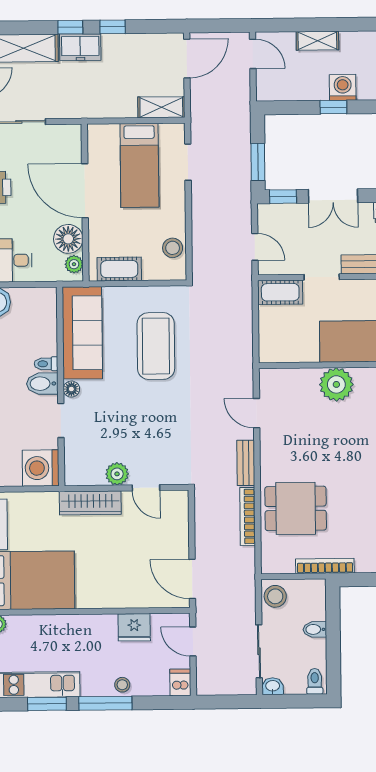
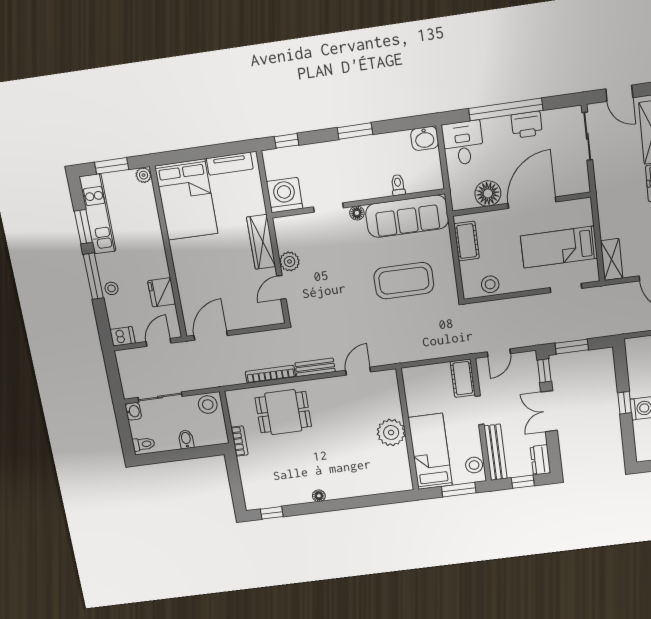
plant: (74, 264) -> (466, 201), removed
toilet: (46, 364) -> (398, 185), moved
bidet: (42, 384) -> (358, 187), removed
dining table: (296, 508) -> (283, 412), turned 90
bookcase: (325, 566) -> (240, 441), width x0.64

